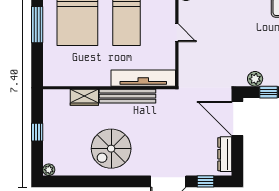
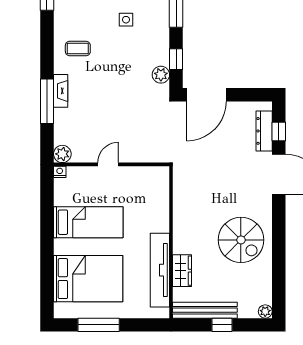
tv unit: (143, 78) -> (160, 270), moved
bench: (128, 96) -> (205, 310), moved, turned 90
dresser: (225, 154) -> (264, 131), moved, turned 90

